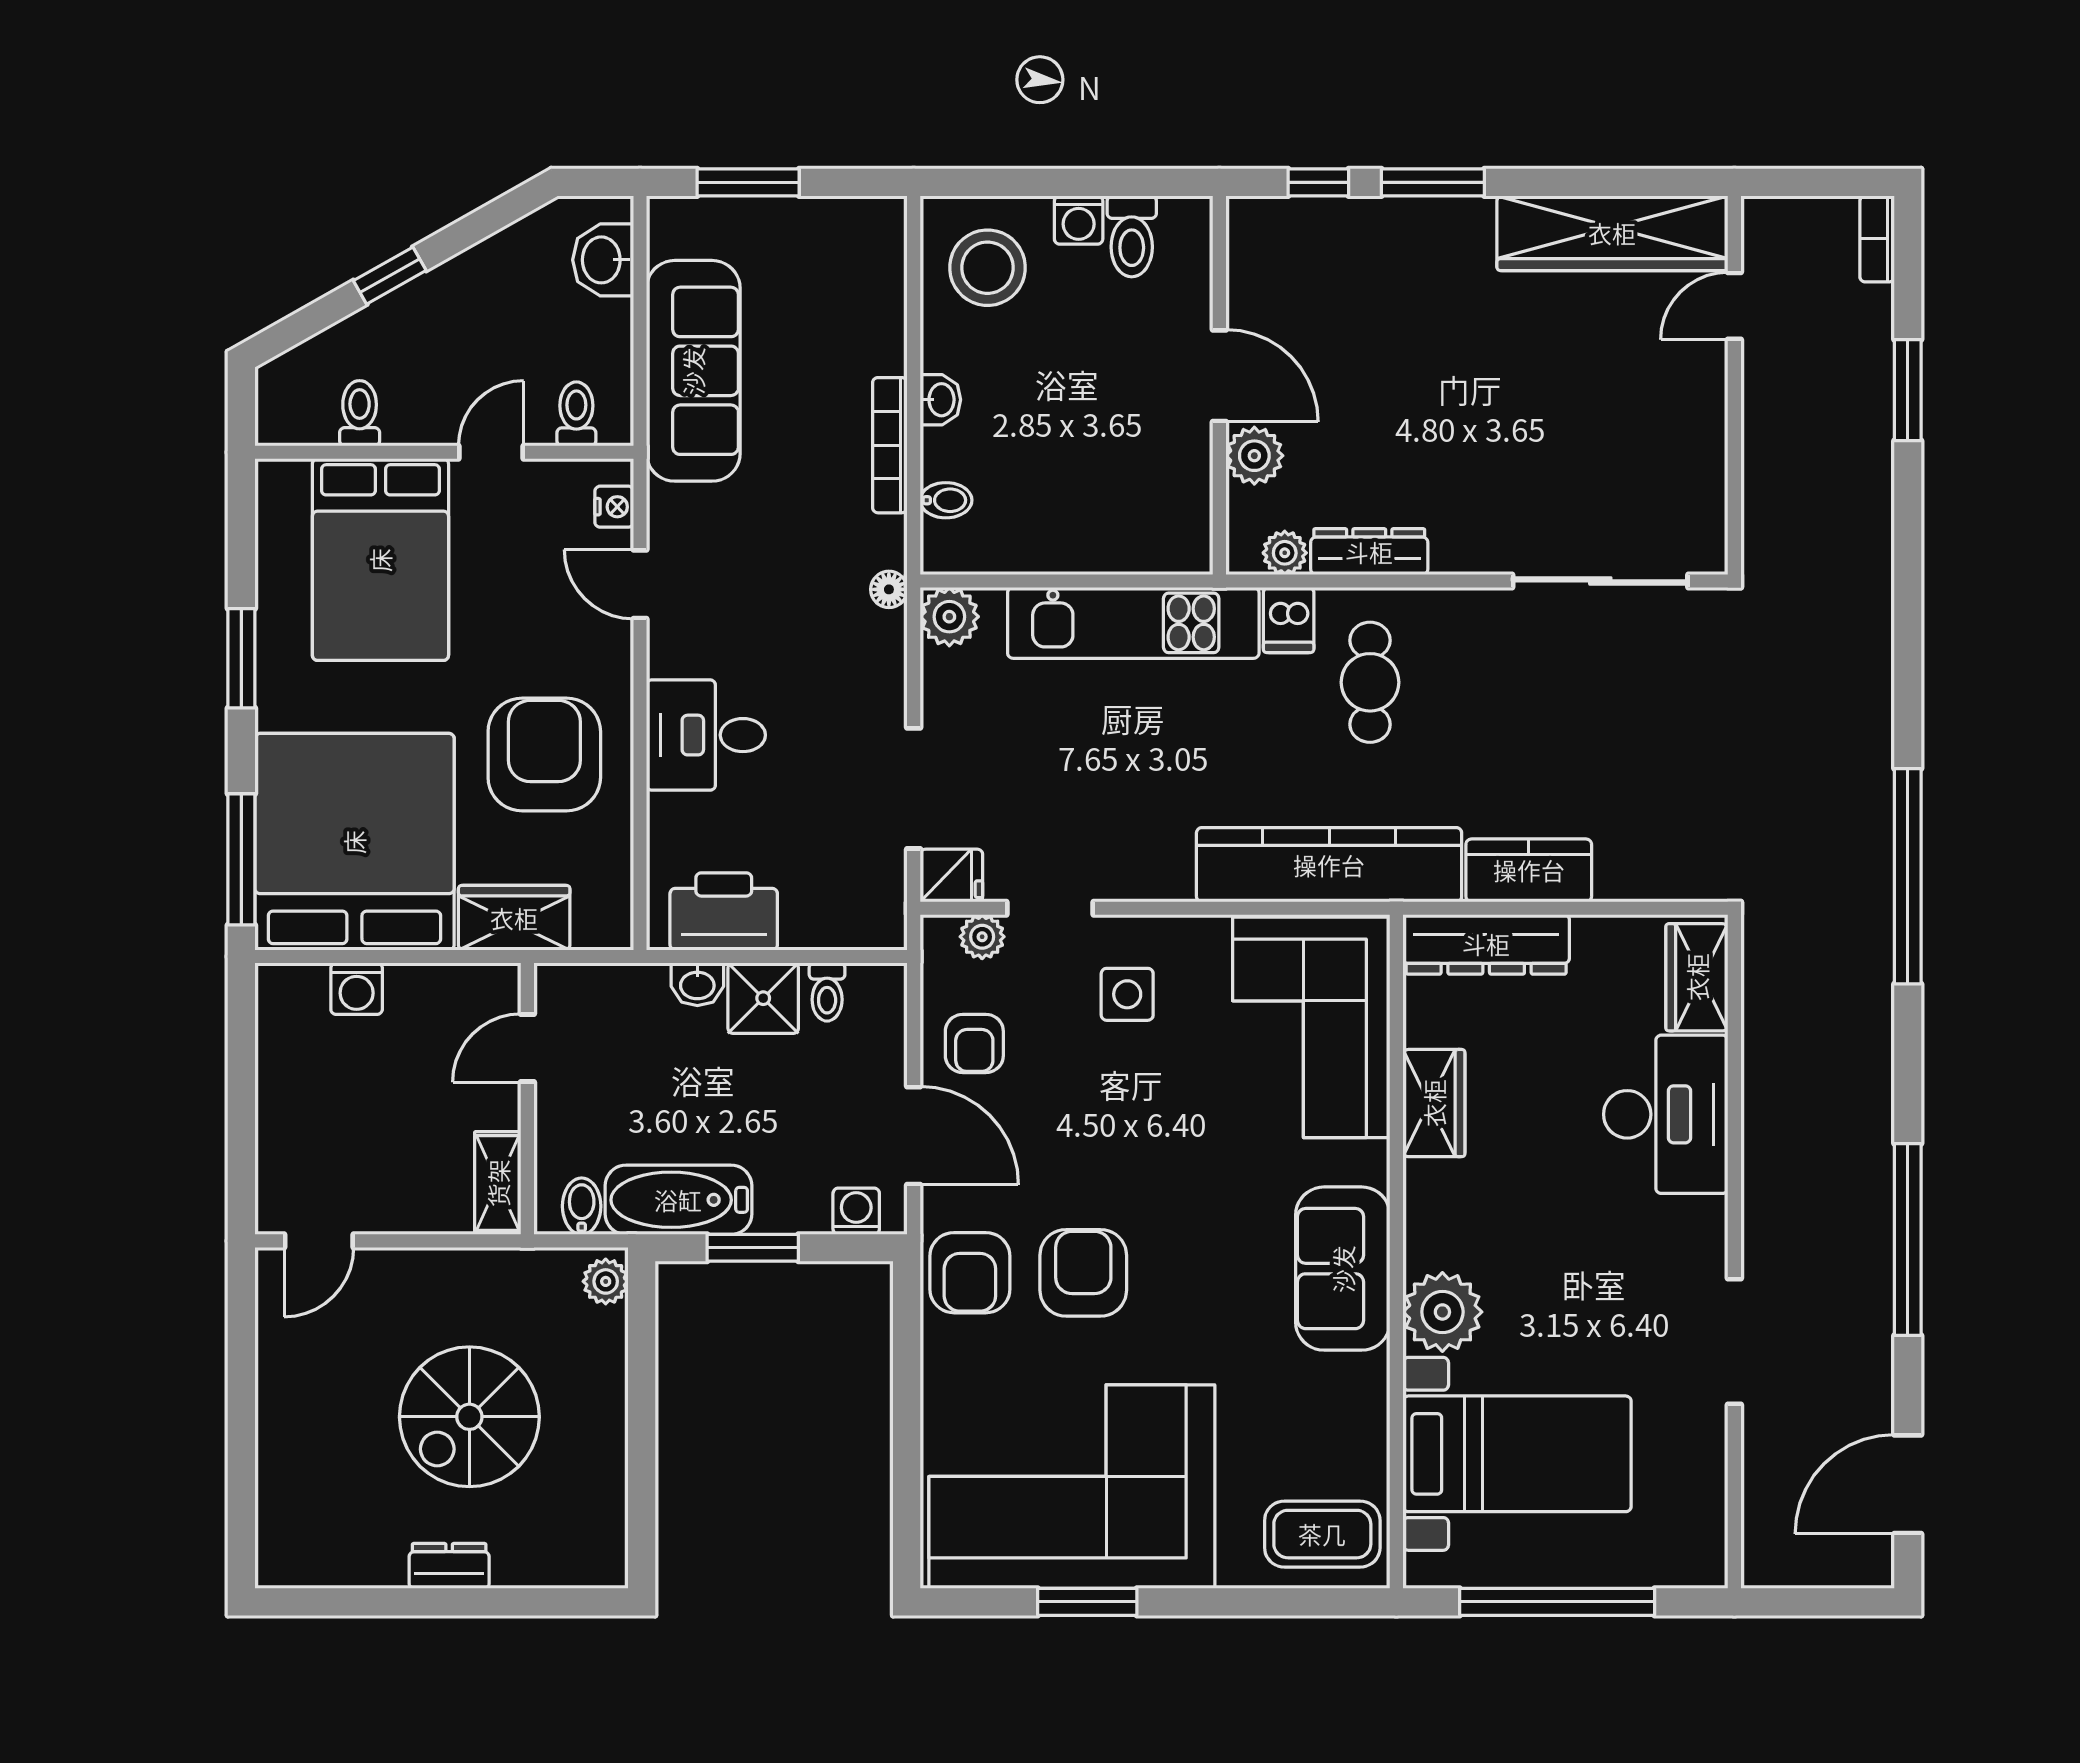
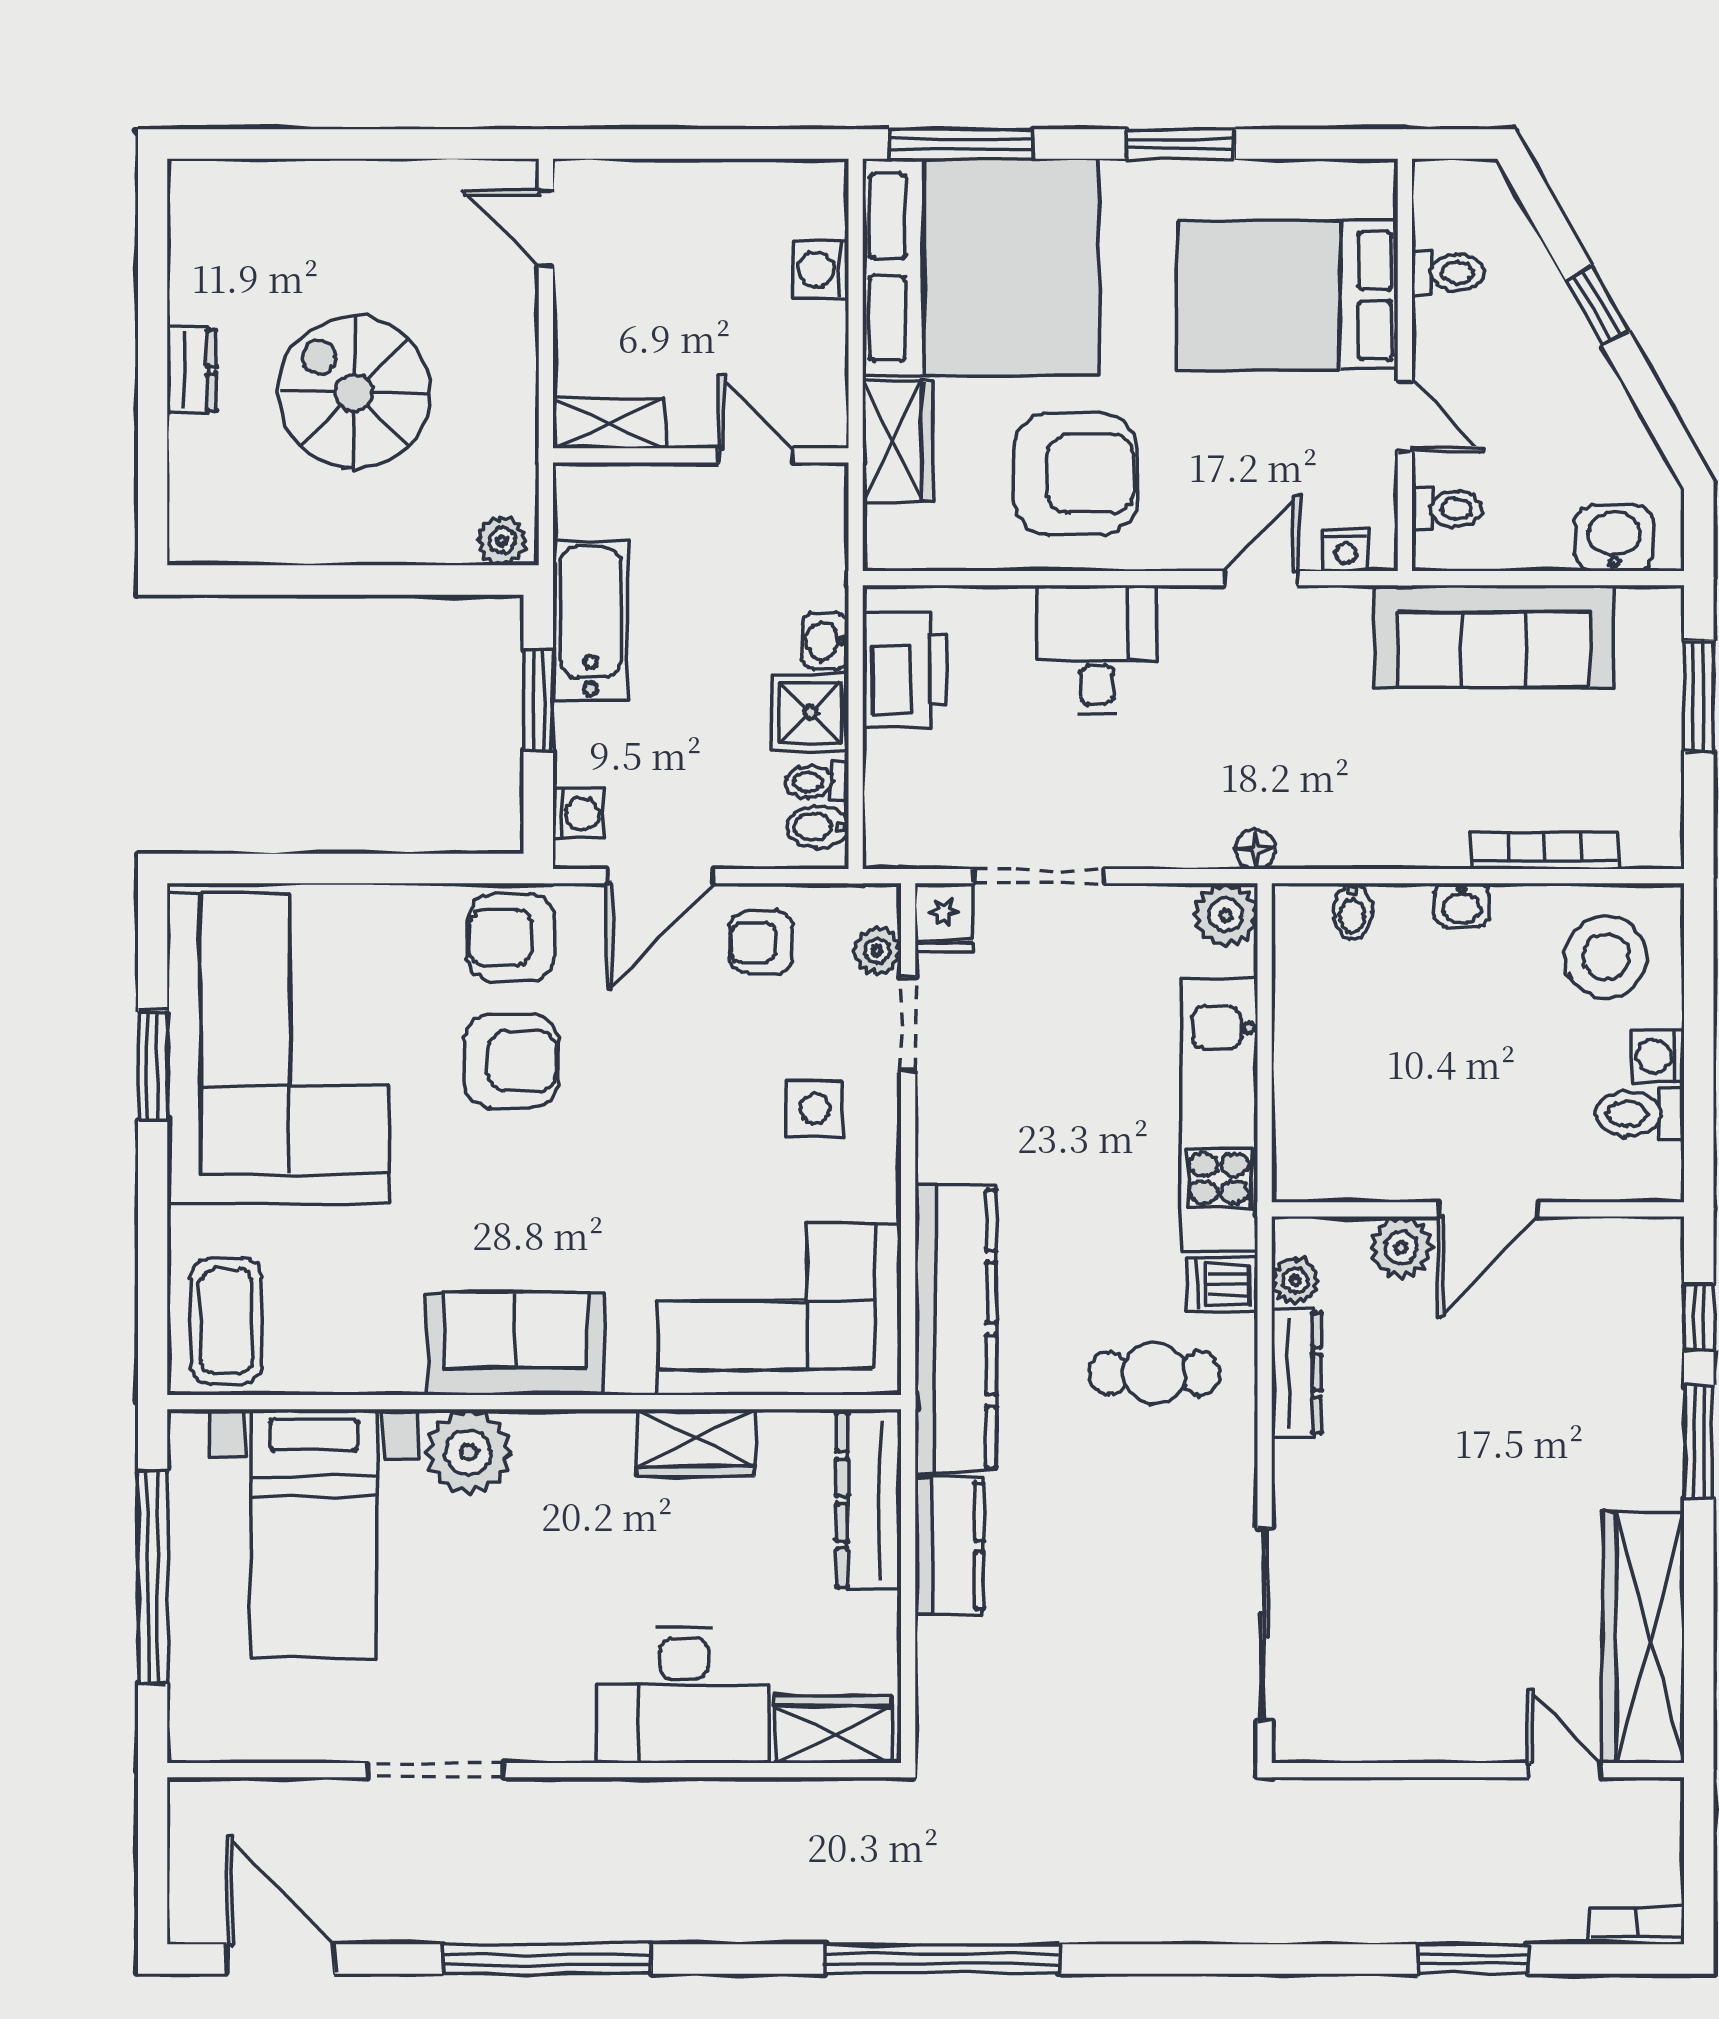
bookcase: (890, 445) -> (1545, 850), moved
bidet: (582, 1206) -> (818, 827), moved, turned 180

